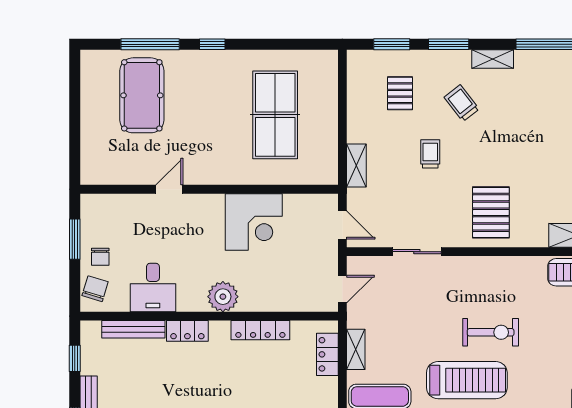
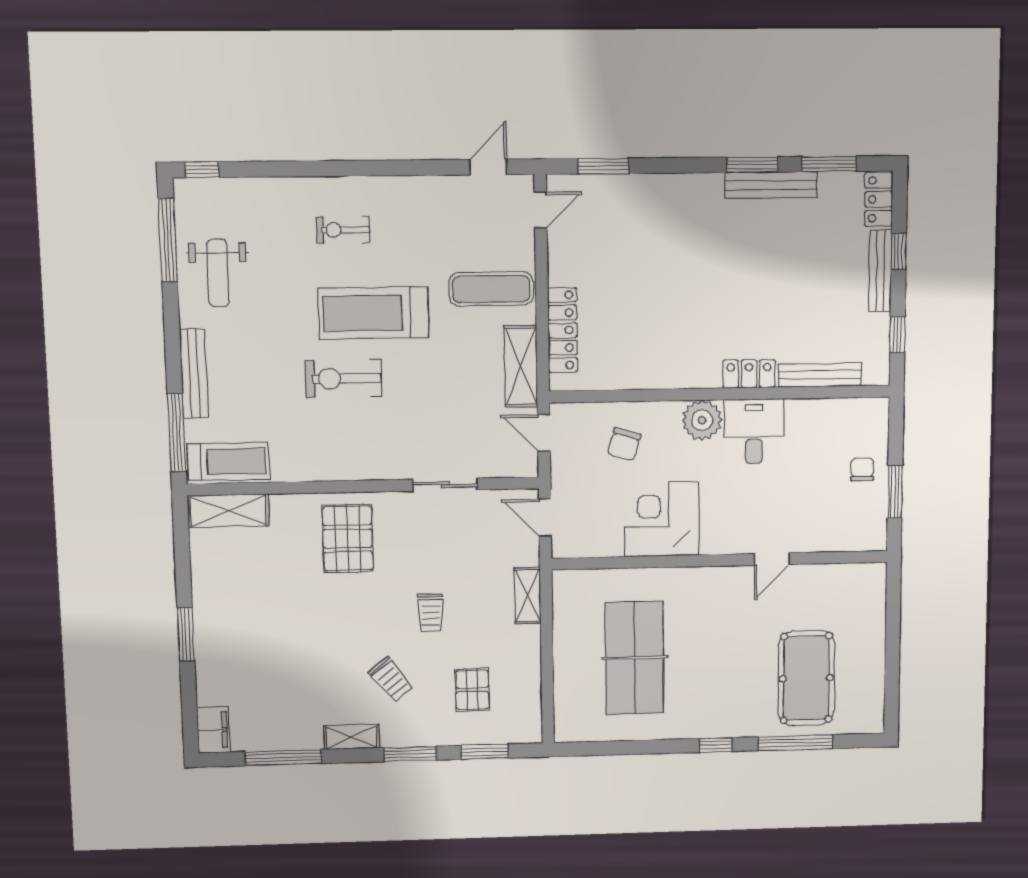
desk: (153, 287) -> (754, 431), moved
chair: (95, 289) -> (624, 444), moved
door: (342, 289) -> (544, 433), hinge flipped
locker: (260, 330) -> (652, 376), removed
shelving: (356, 349) -> (521, 366), width x1.50, depth x1.33
locker: (327, 354) -> (563, 330), width x1.53

